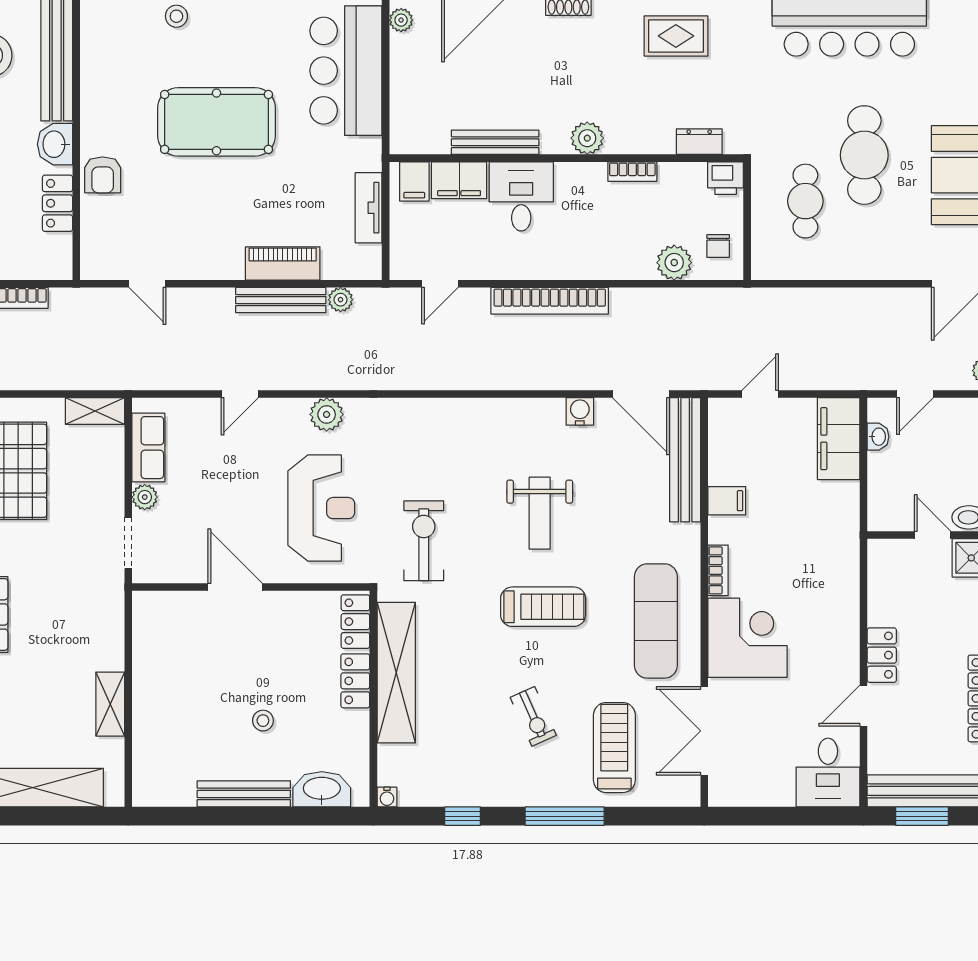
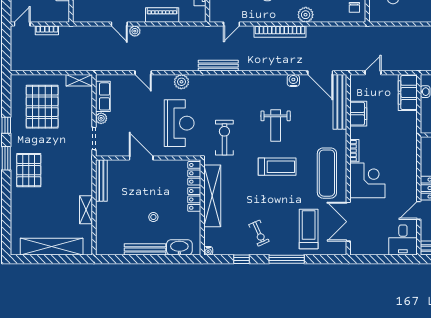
plant: (674, 263) -> (306, 15), moved
door: (147, 284) -> (119, 24), moved
bench: (281, 300) -> (218, 66), moved
plant: (341, 300) -> (135, 31), moved
door: (240, 394) -> (143, 73), hinge flipped
filing cabinet: (727, 501) -> (358, 114), width x2.00
bench: (145, 638) -> (101, 180), added
exercise bike: (533, 716) -> (259, 233), moved

